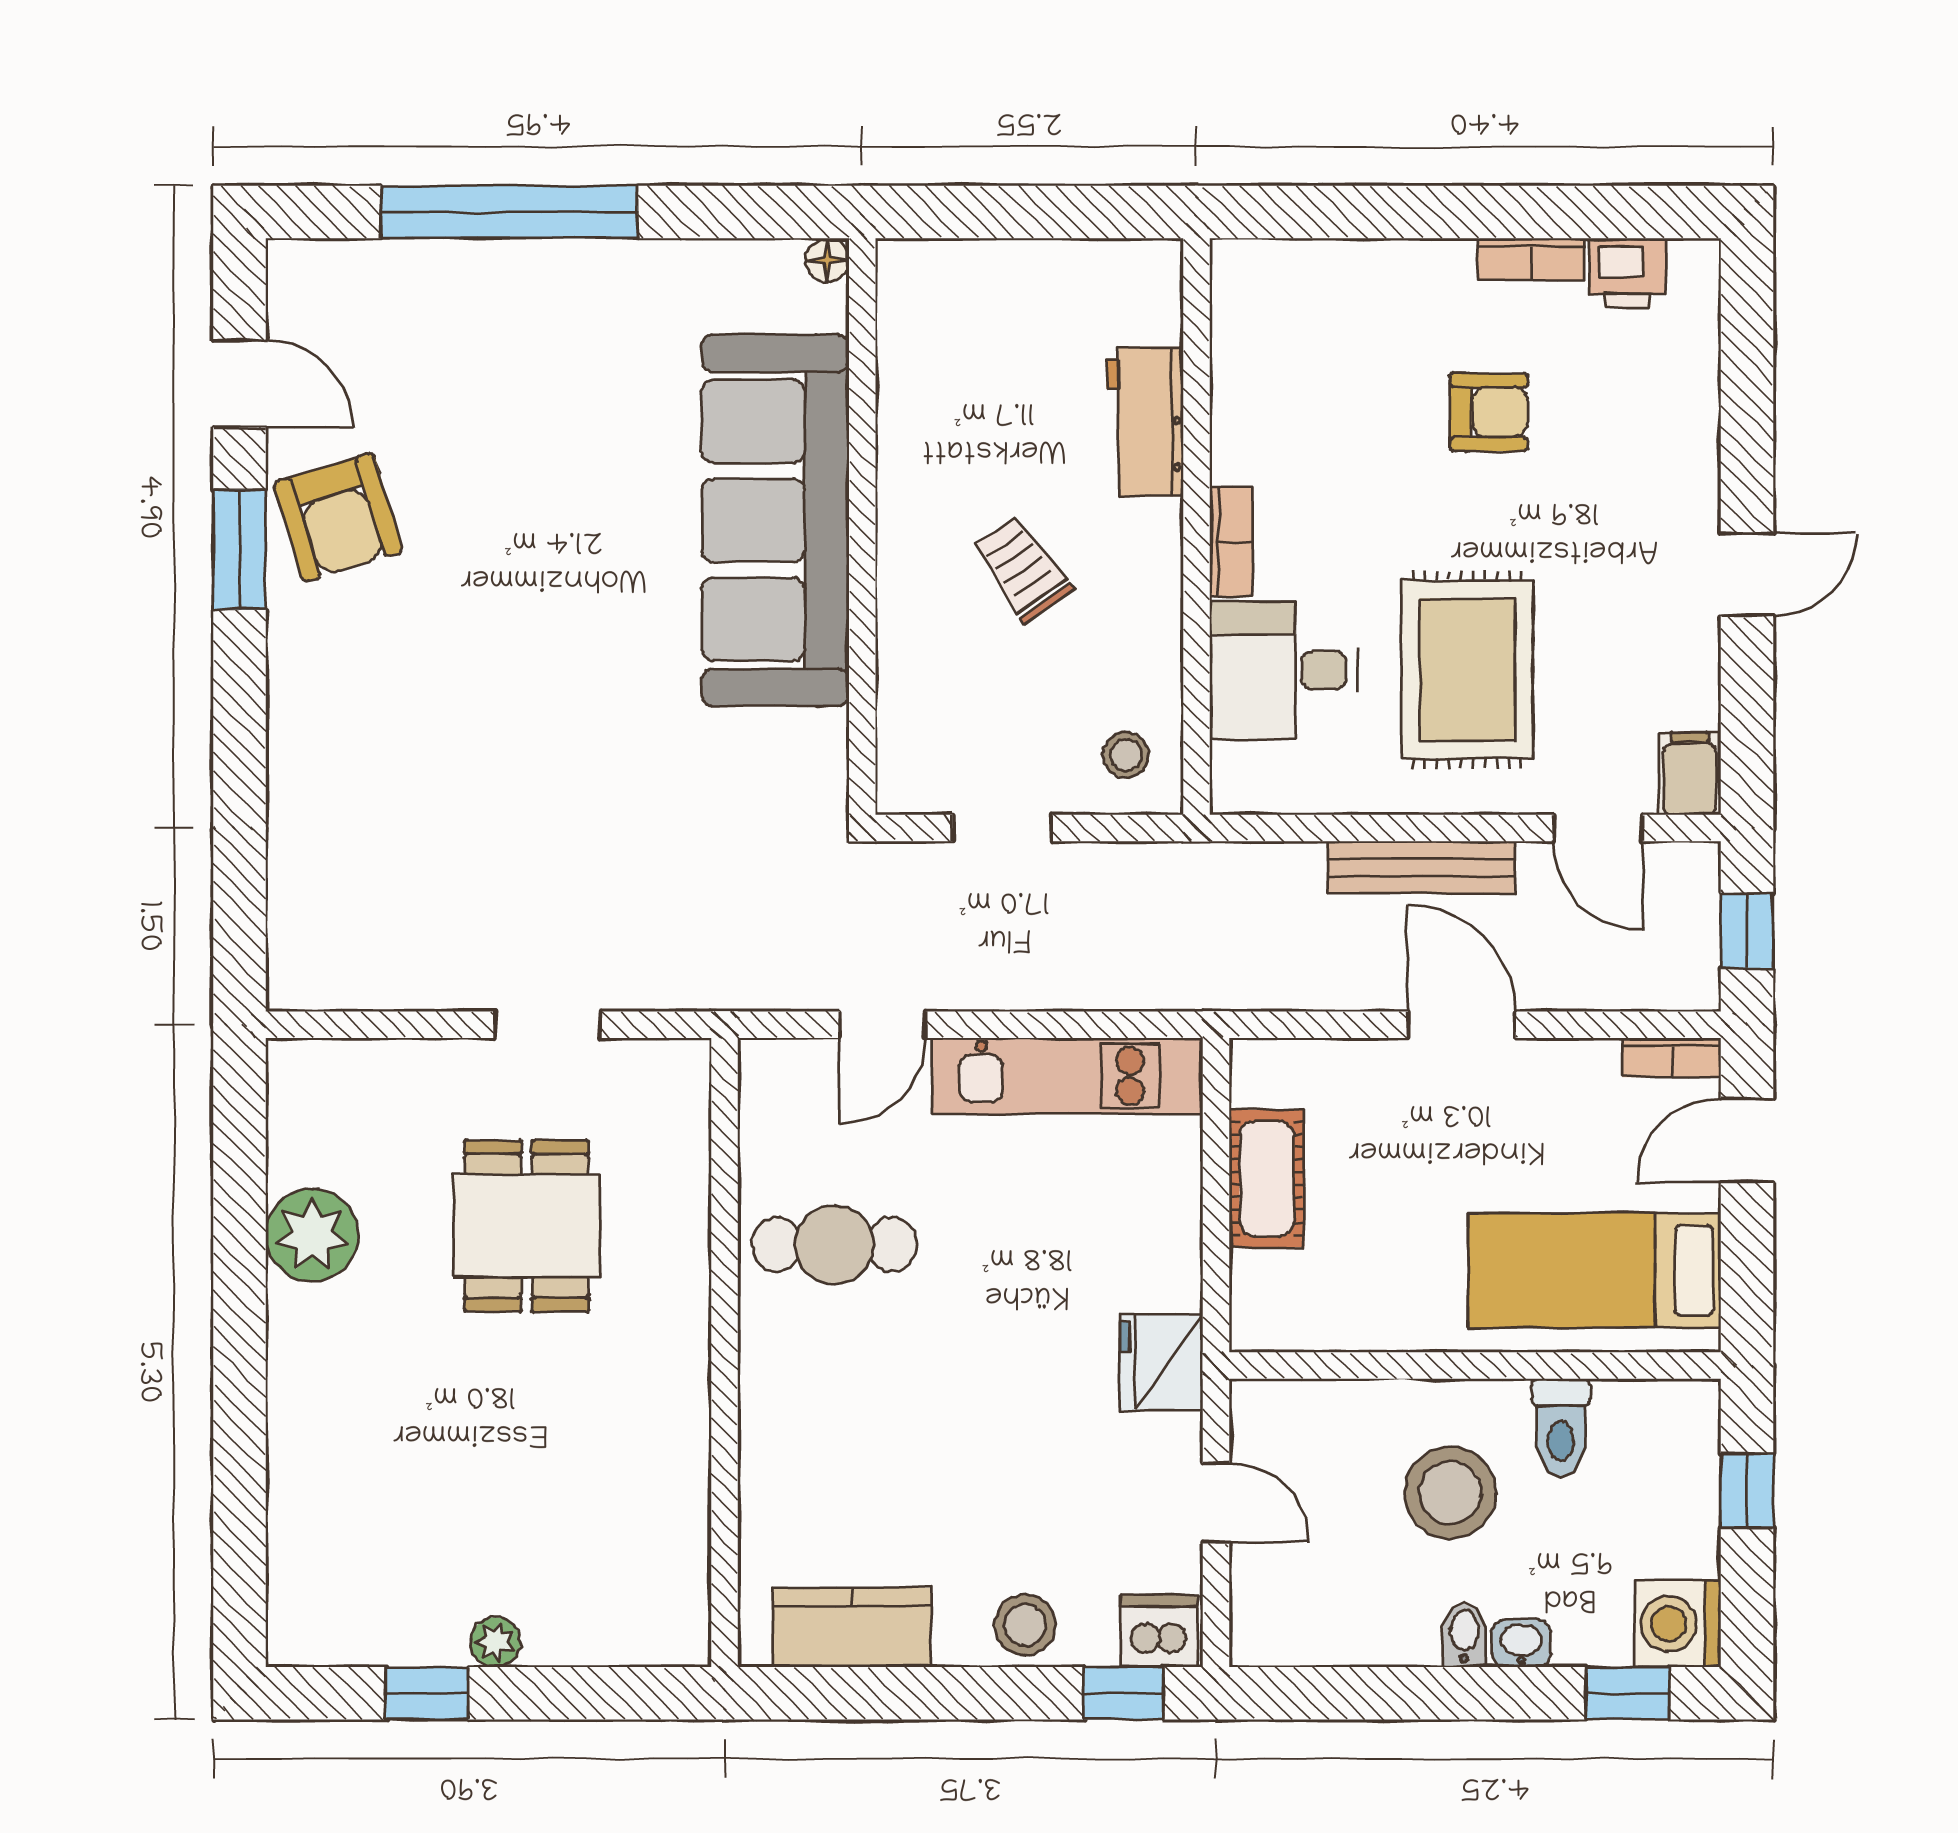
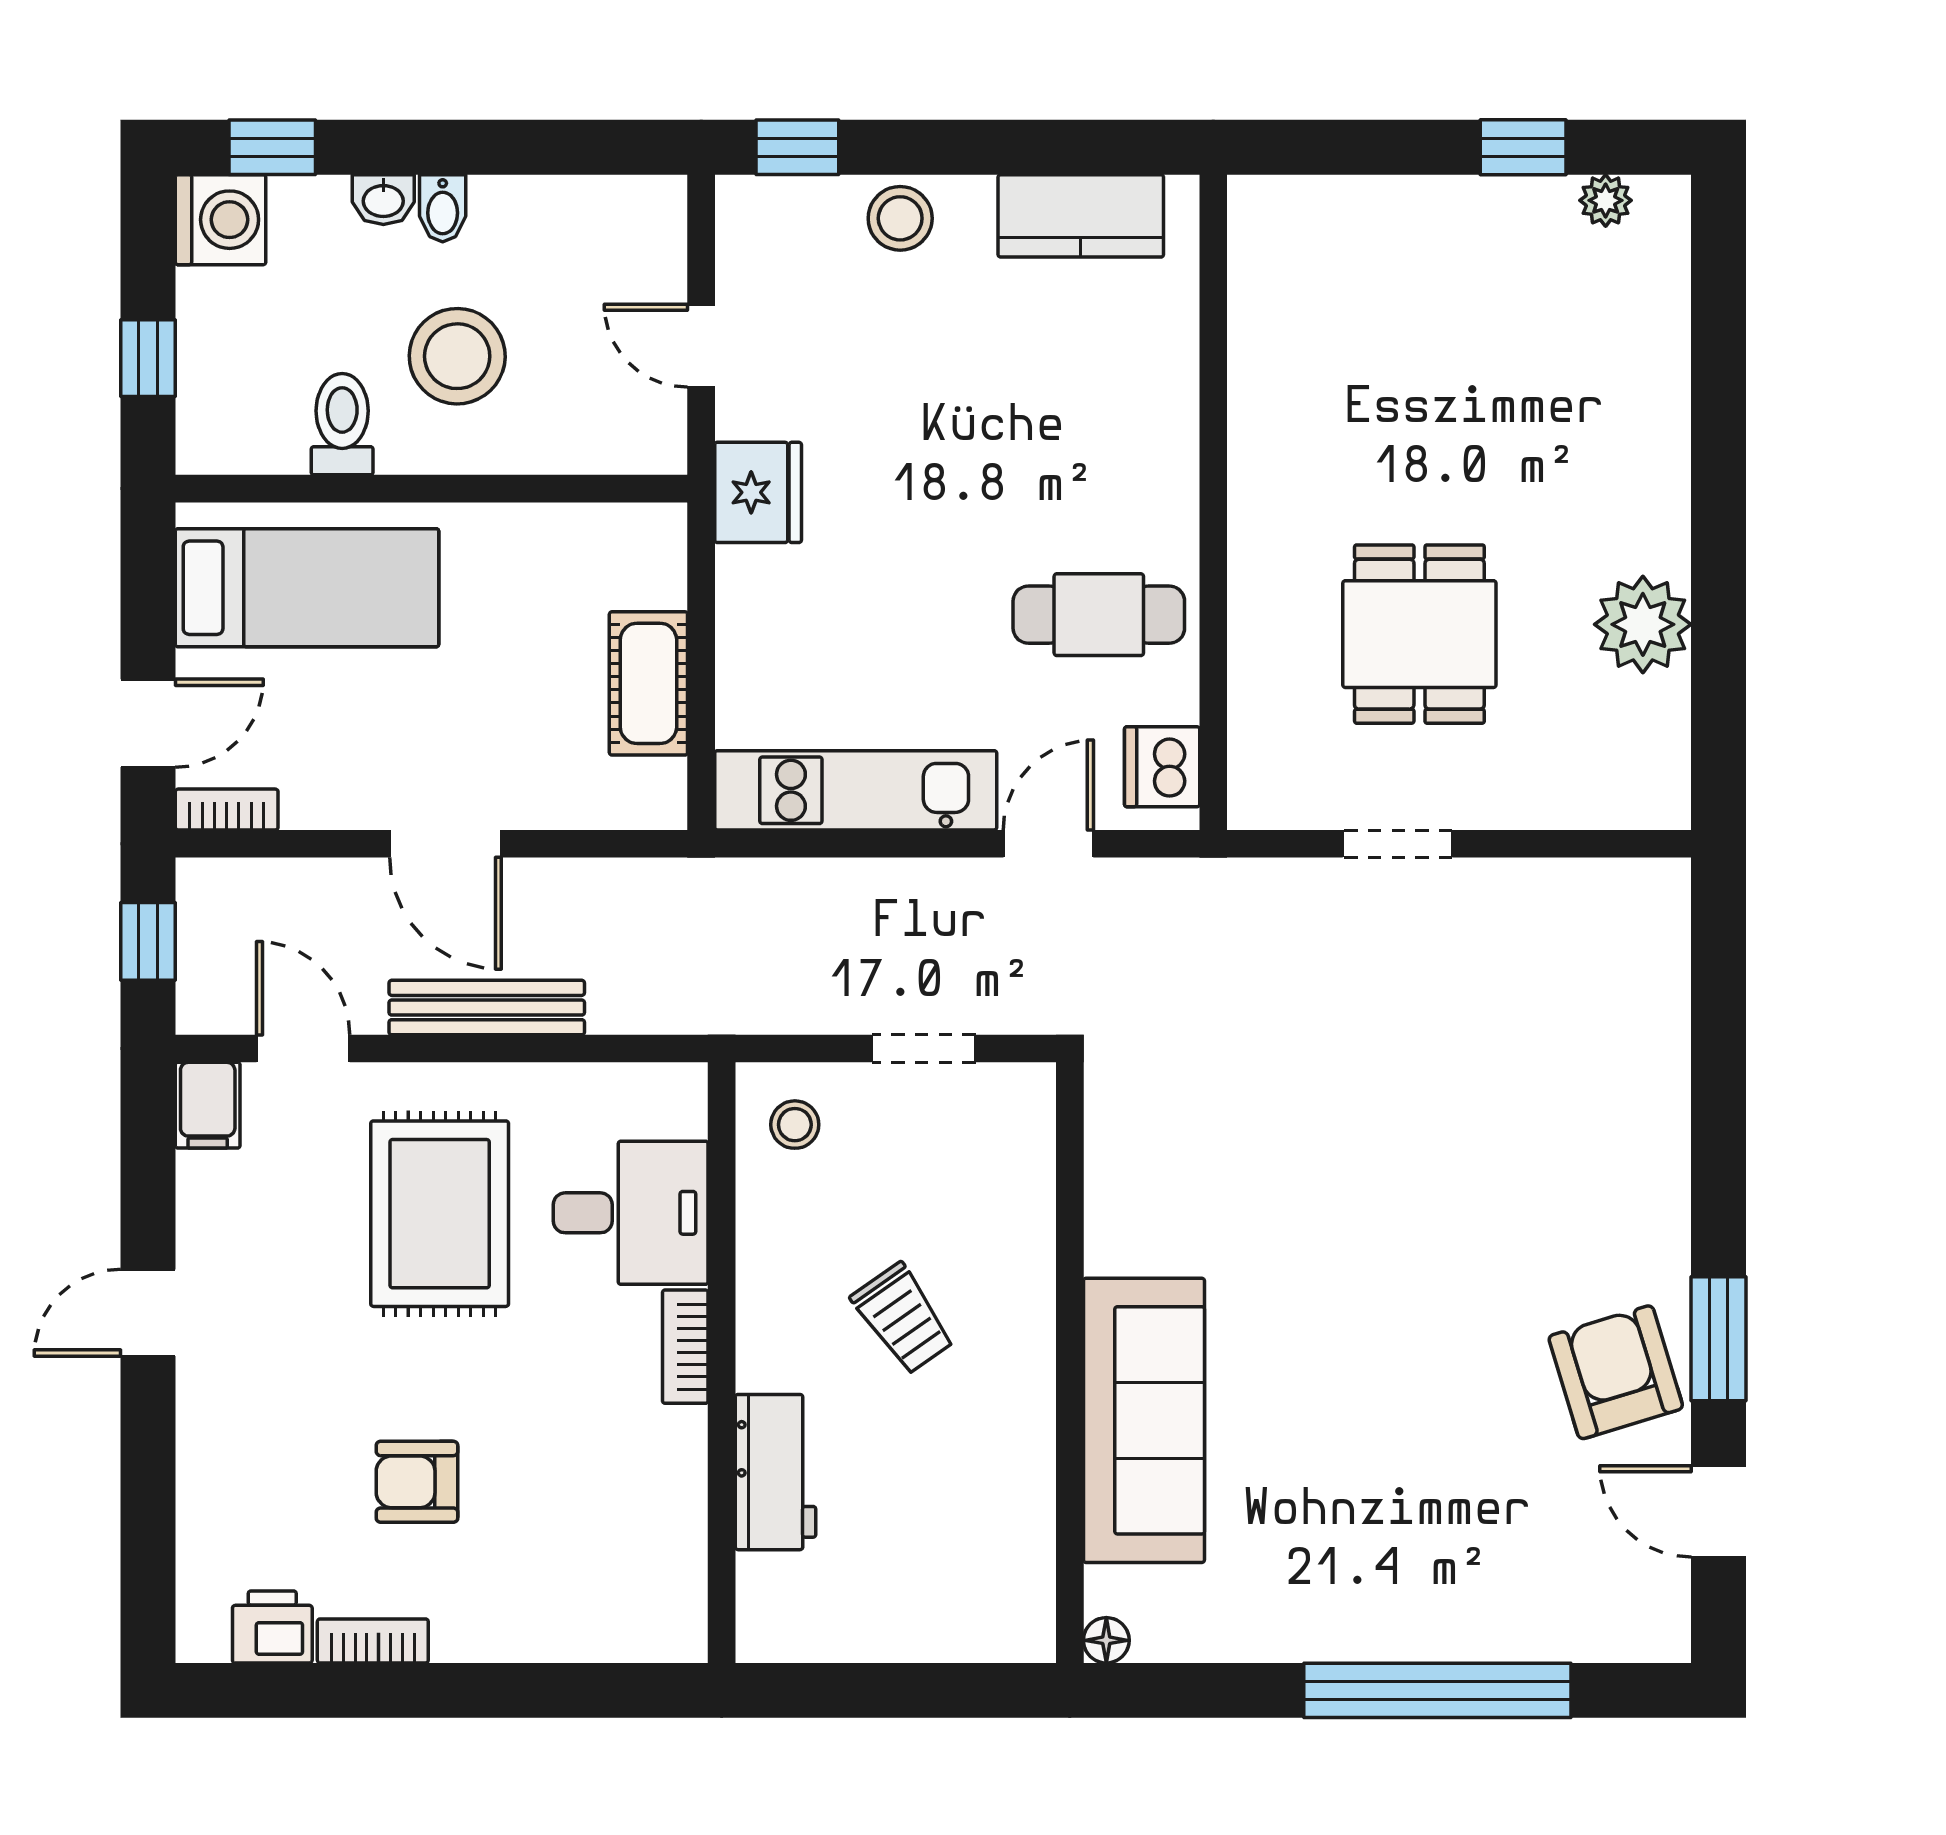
sofa: (775, 520) -> (1144, 1420), width x0.74, depth x0.79
dishwasher: (1159, 1631) -> (1162, 767), moved, turned 90
plant: (495, 1642) -> (1606, 200), moved

